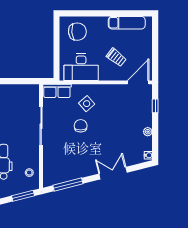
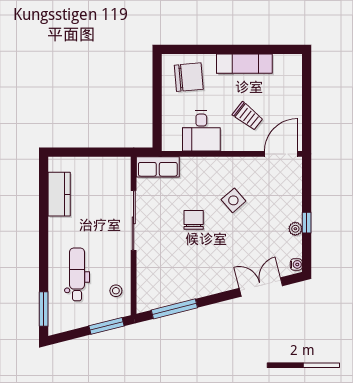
exam couch: (127, 23) -> (244, 64), moved
desk: (81, 67) -> (201, 131), width x0.73
side table: (87, 104) -> (233, 200), moved
window: (155, 106) -> (307, 223), moved
double door: (113, 173) -> (261, 287), moved

